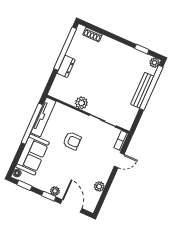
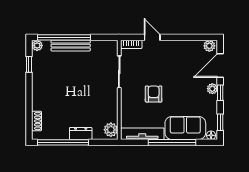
plant: (81, 103) -> (111, 130), moved
window: (32, 124) -> (172, 142), moved
plant: (99, 186) -> (209, 46), moved

